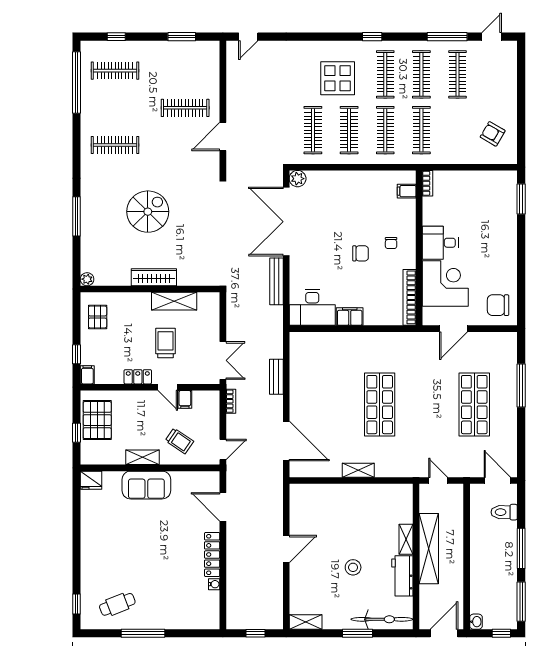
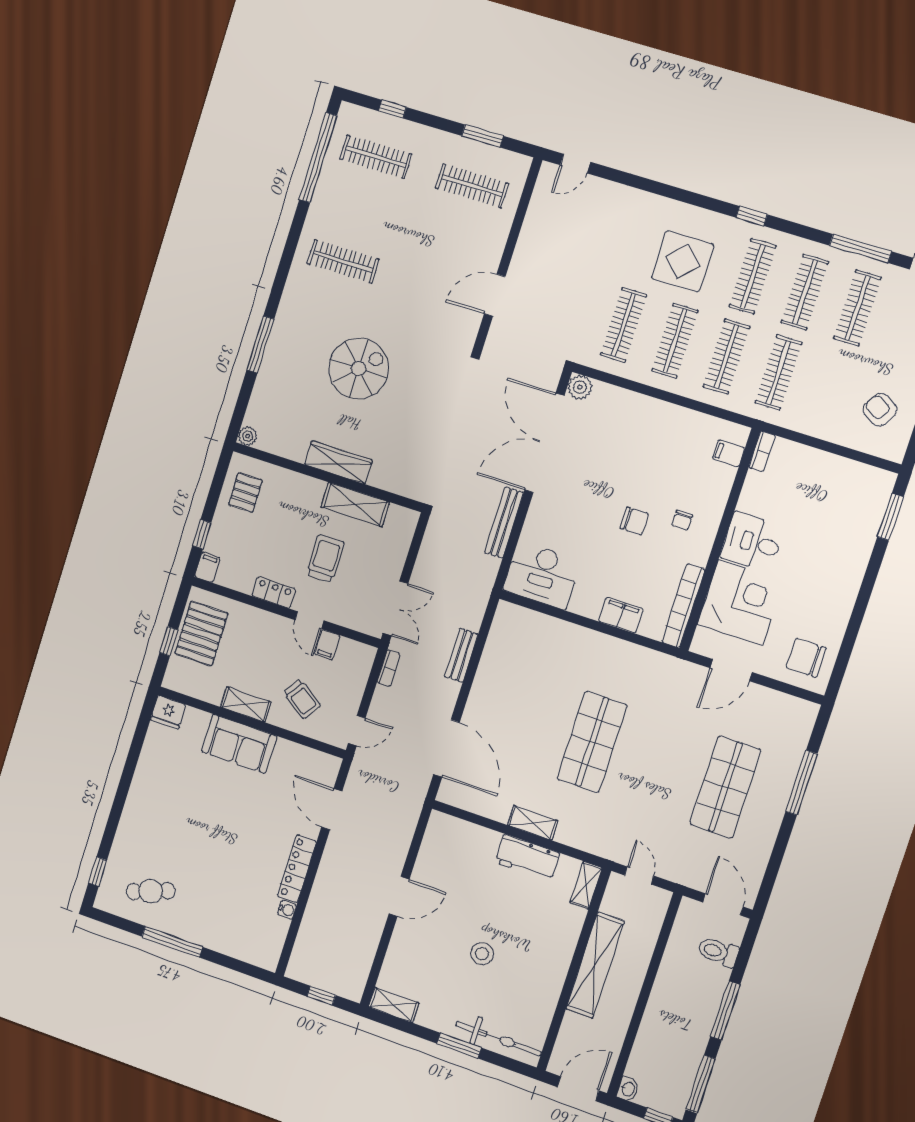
clothes rail: (185, 108) -> (472, 186), moved
filing cabinet: (350, 317) -> (621, 615), moved
shelving: (406, 539) -> (586, 885), moved
workbench: (402, 576) -> (527, 858), moved, turned -90

